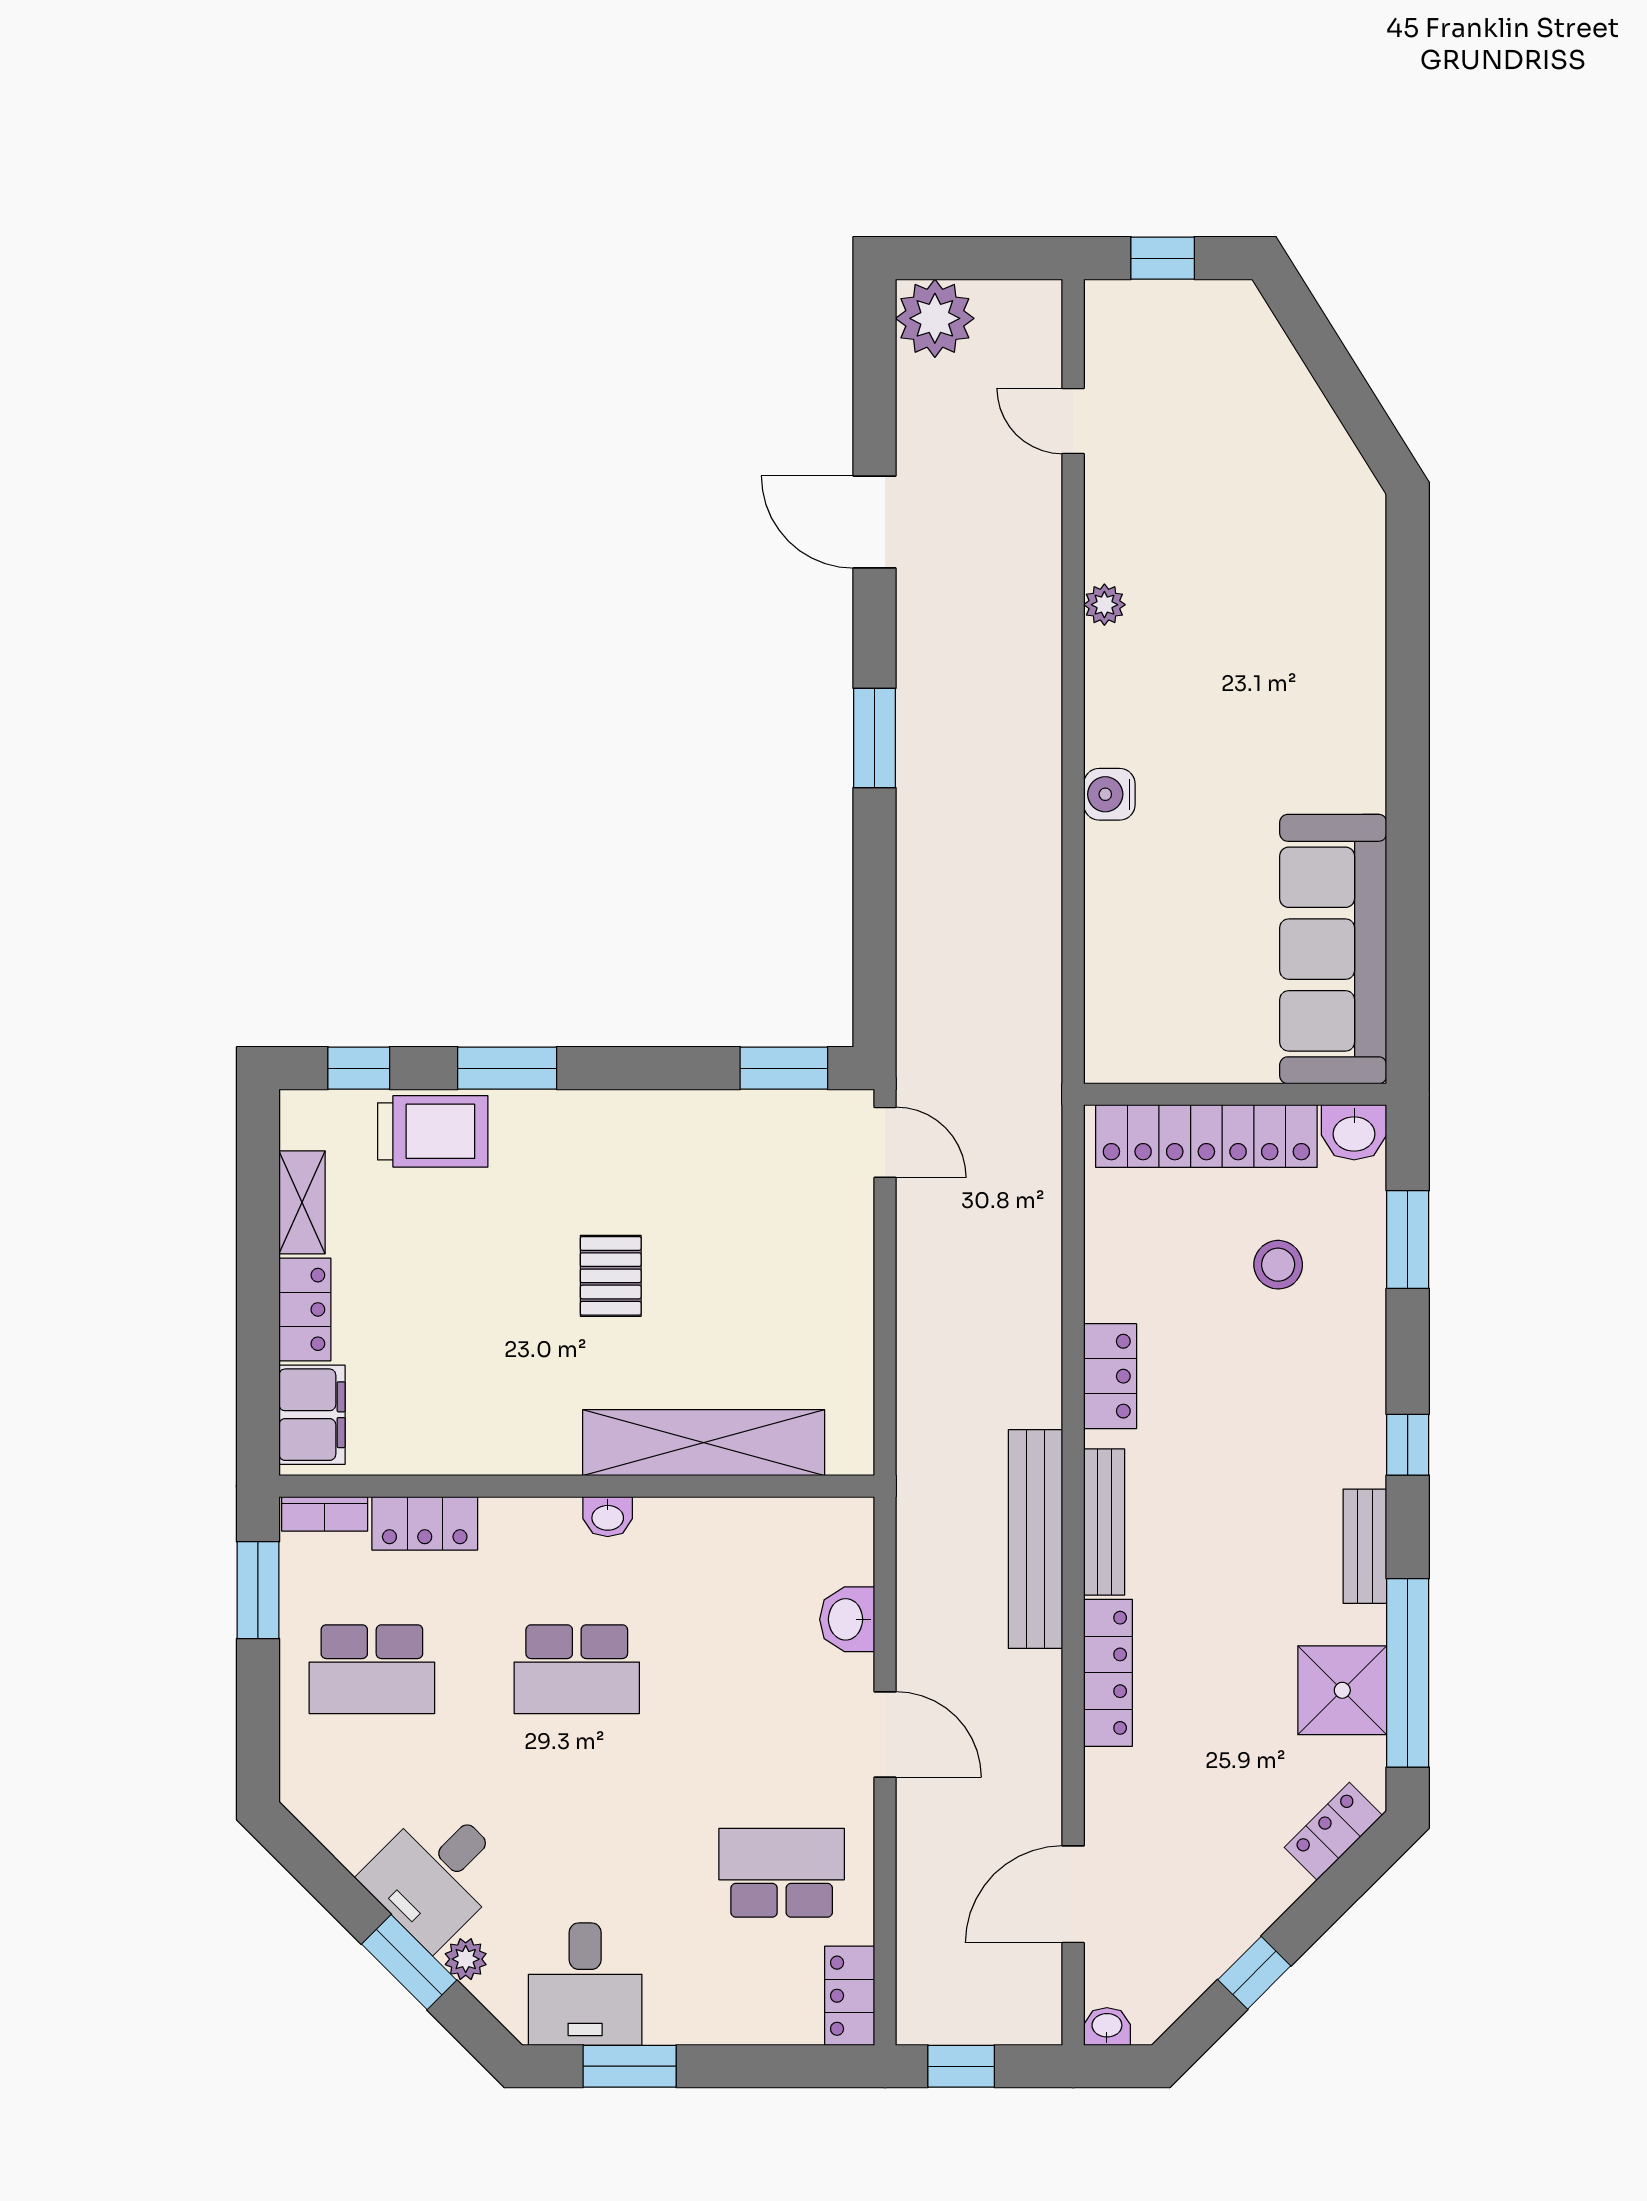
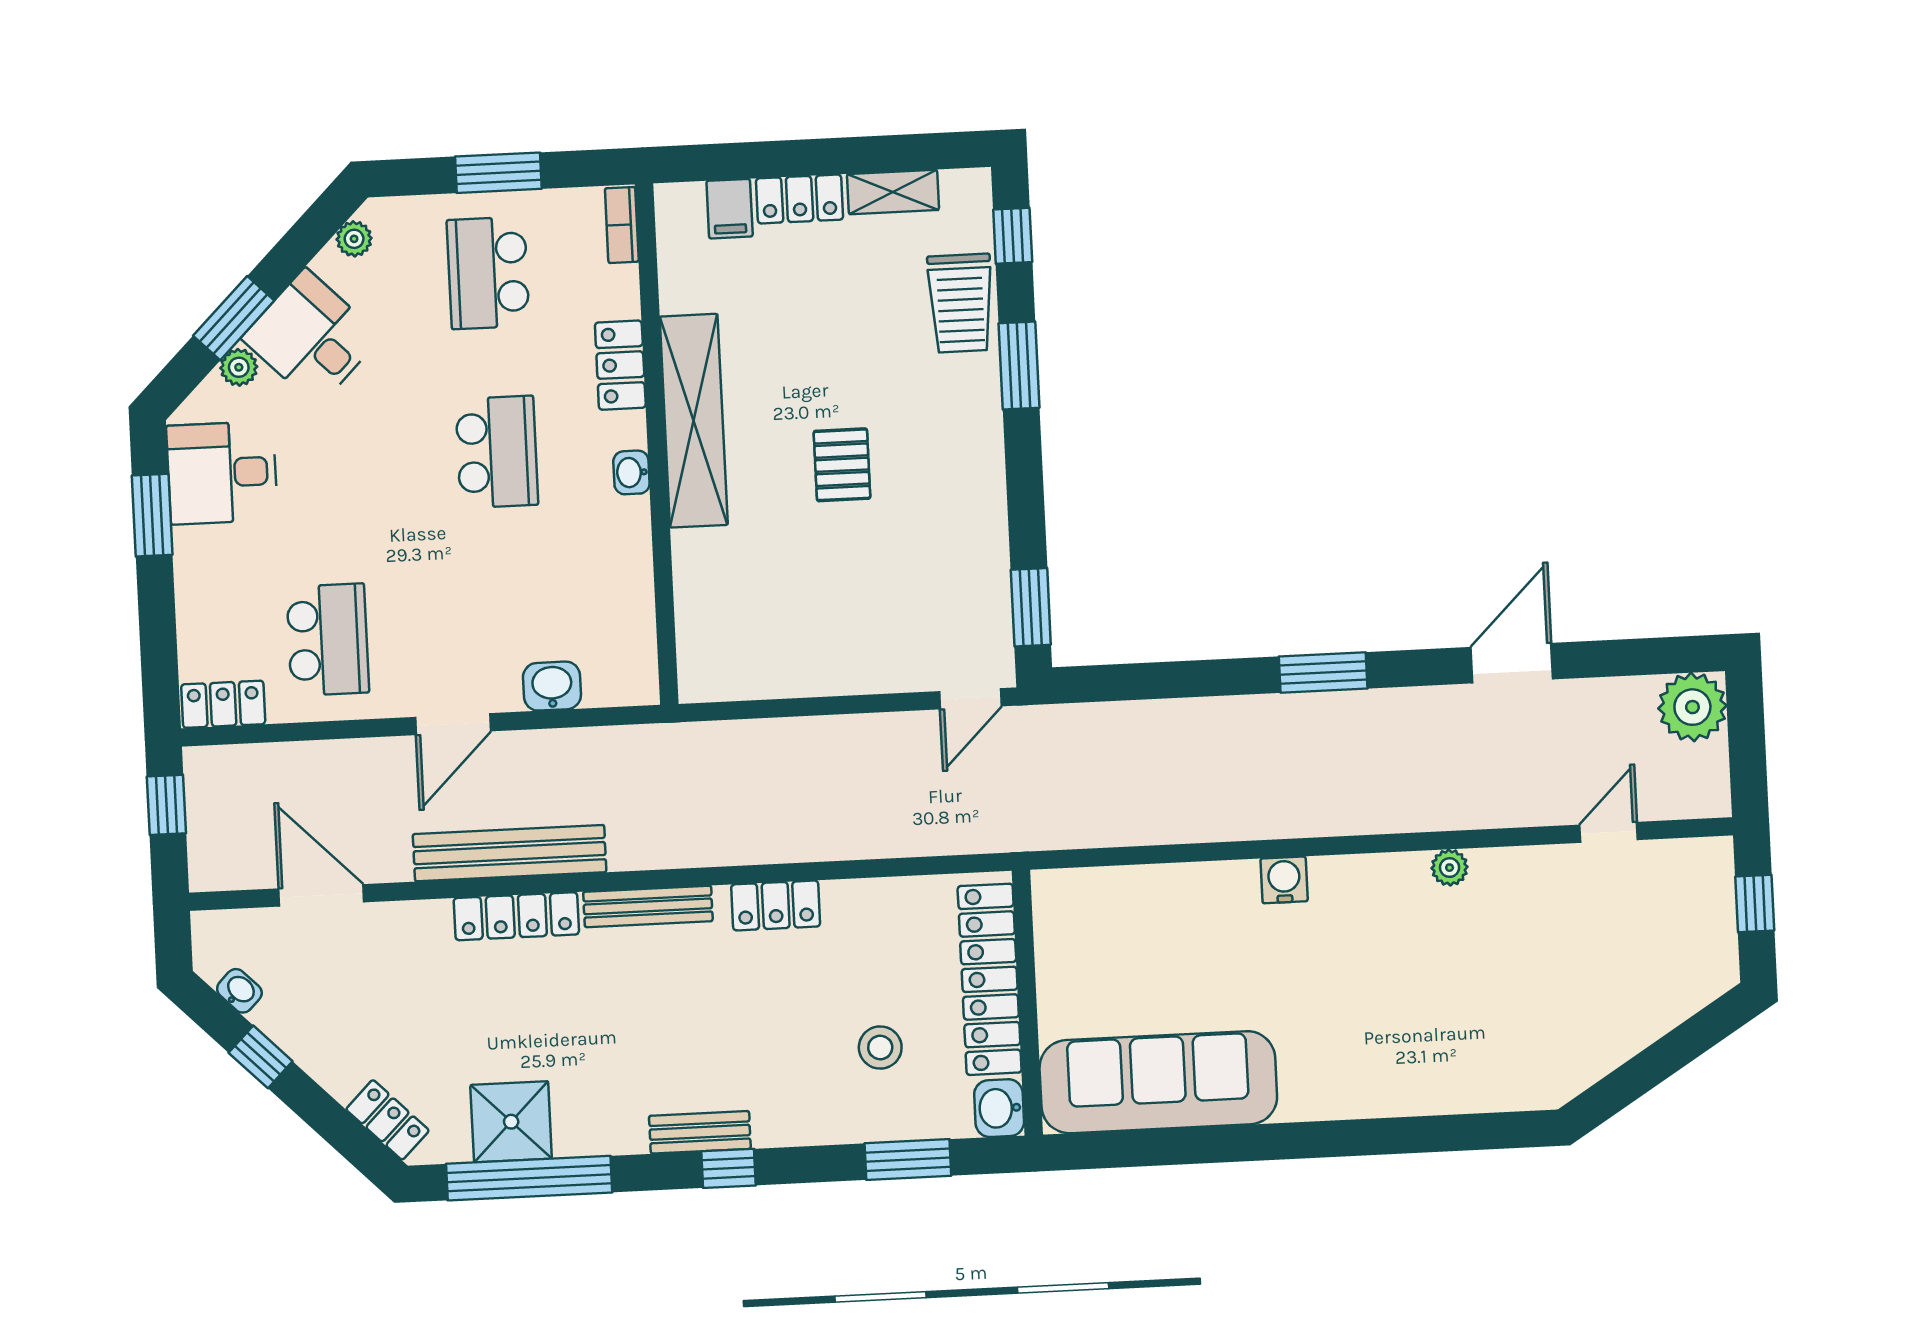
pallet: (611, 1276) -> (842, 465), turned 90
filing cabinet: (312, 1415) -> (730, 209), width x0.50
shelving: (704, 1443) -> (694, 421), moved
locker: (425, 1523) -> (620, 365), moved
bench: (1035, 1539) -> (510, 853), moved
bench: (1365, 1546) -> (700, 1132), moved
window: (258, 1590) -> (498, 173), moved
school desk: (577, 1669) -> (497, 452), turned 180
plant: (325, 1820) -> (354, 239), added
washbasin: (1107, 2026) -> (239, 991), moved, turned -45

